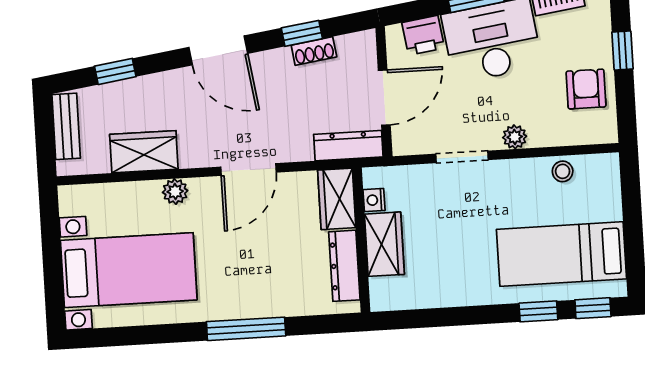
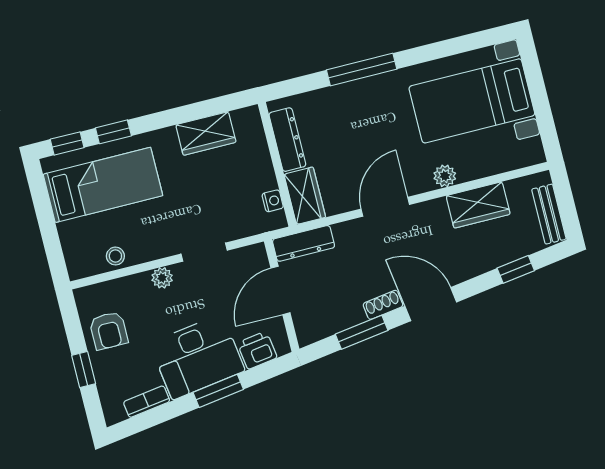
window: (302, 33) -> (362, 332), width x1.50
shoe rack: (314, 51) -> (383, 305), moved
wardrobe: (384, 244) -> (206, 133), moved, turned -90

